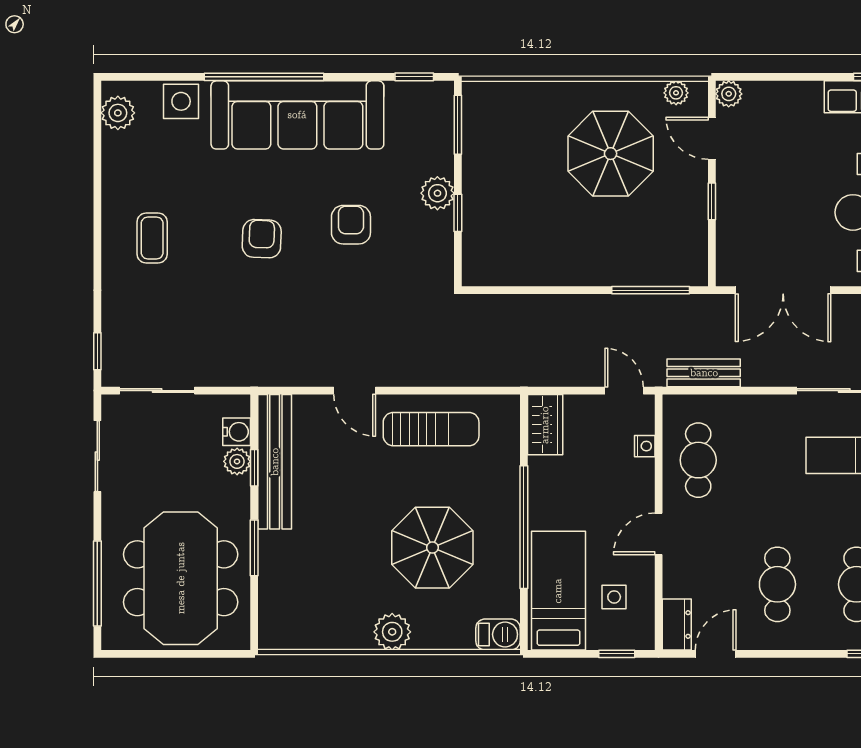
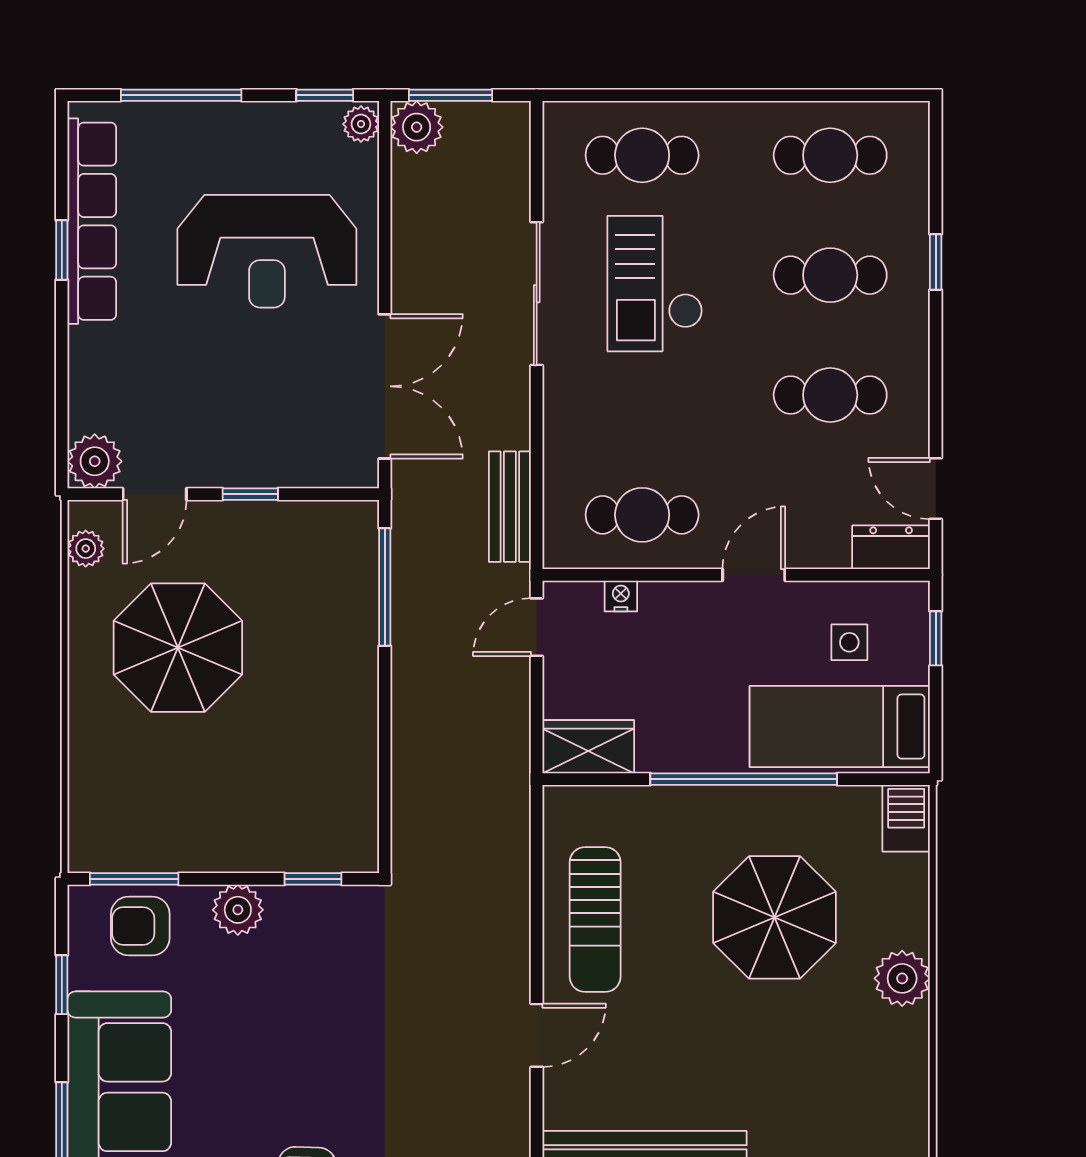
window: (414, 77) -> (62, 985), moved
plant: (729, 94) -> (95, 461), width x1.38, depth x1.38
window: (458, 213) -> (313, 879), moved
armchair: (351, 225) -> (140, 926), moved
sun lounger: (431, 429) -> (595, 919), turned 180
door: (659, 534) -> (754, 575), swing flipped

